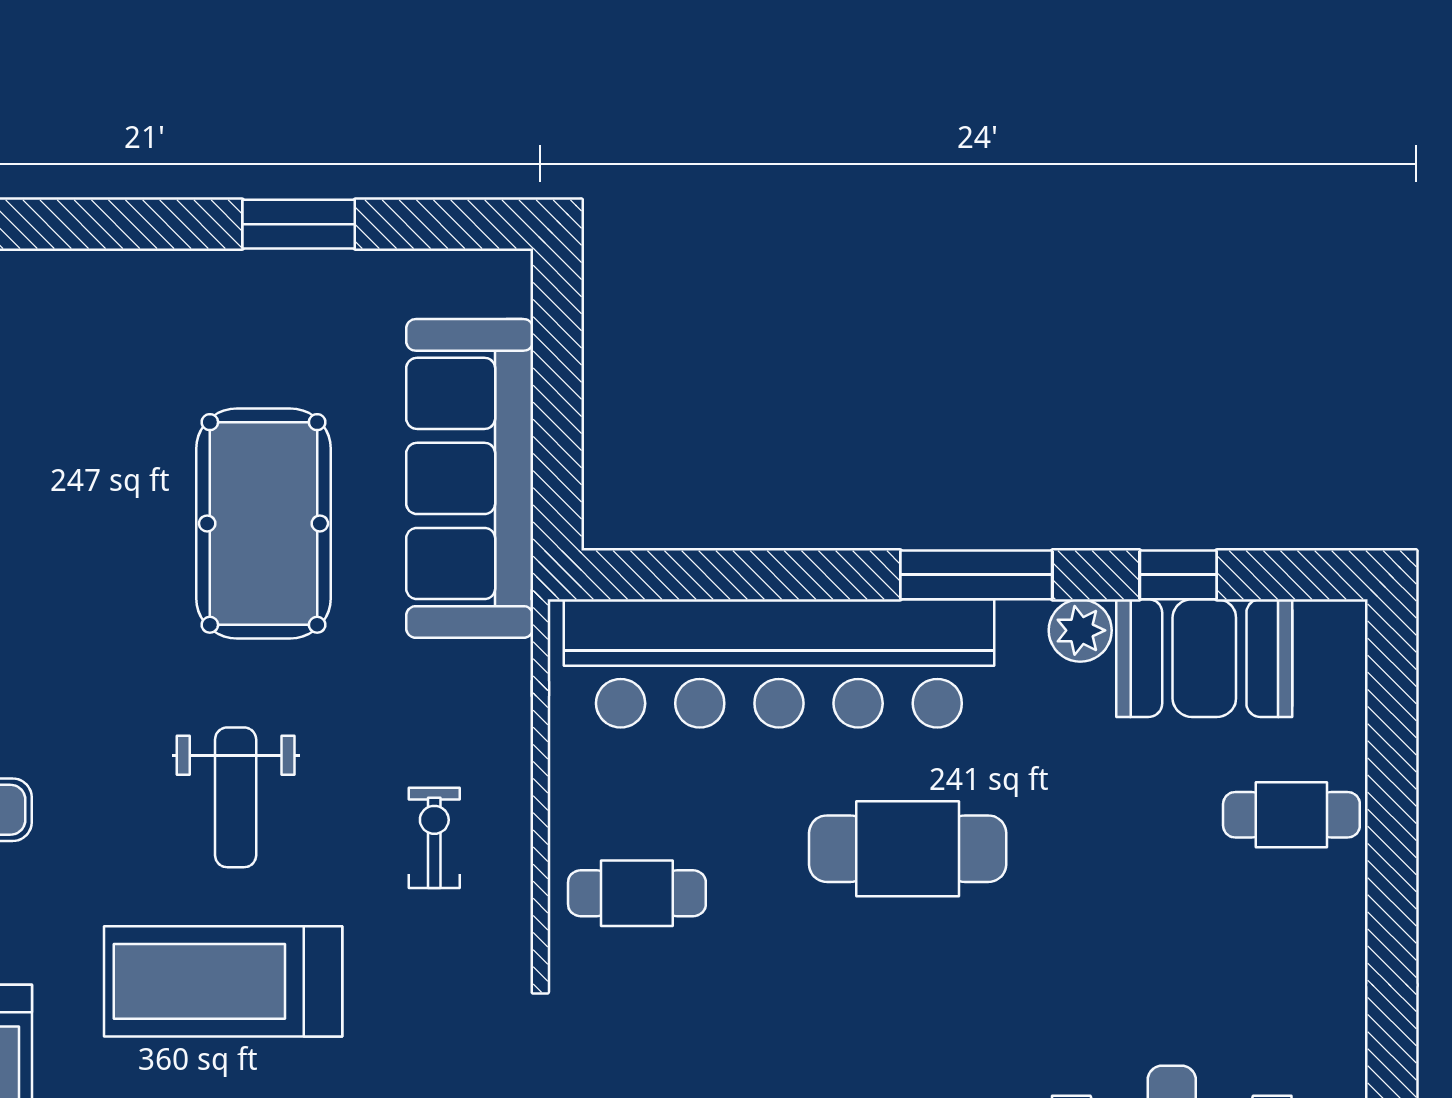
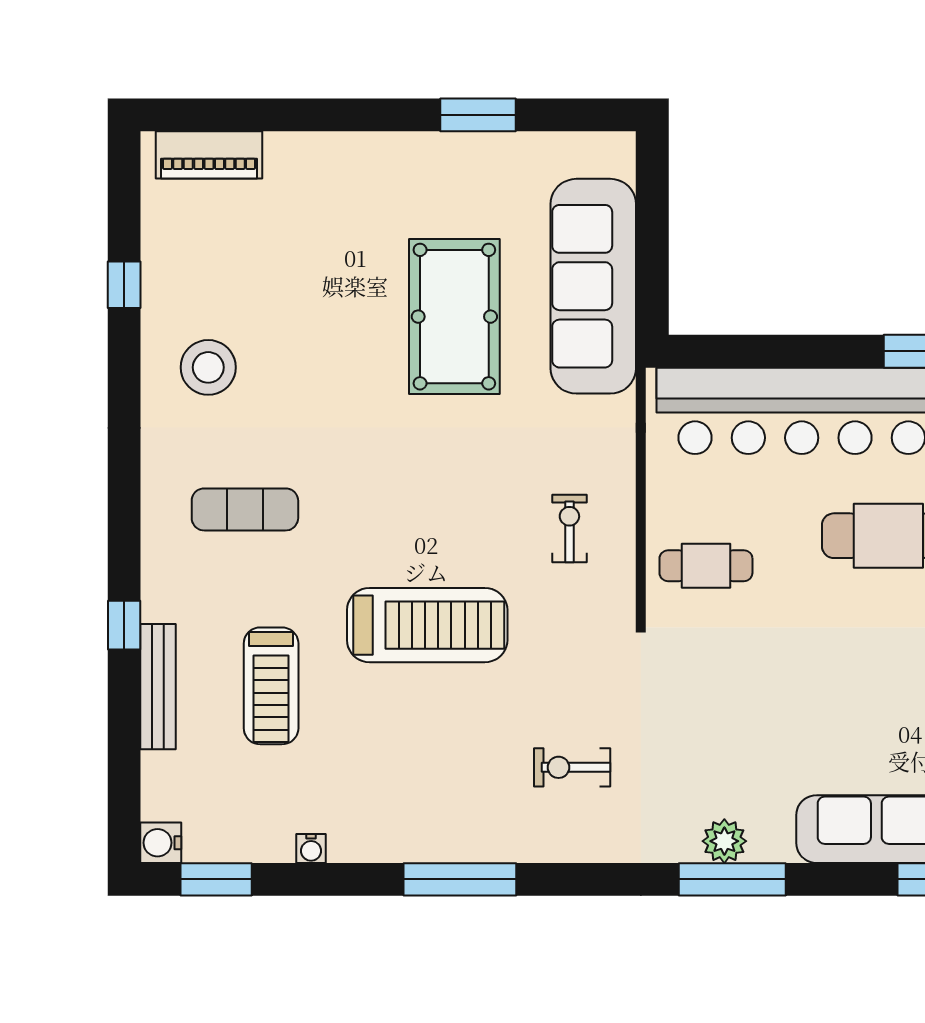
weight bench: (236, 797) -> (436, 501), removed
treadmill: (223, 981) -> (427, 625), turned 180

